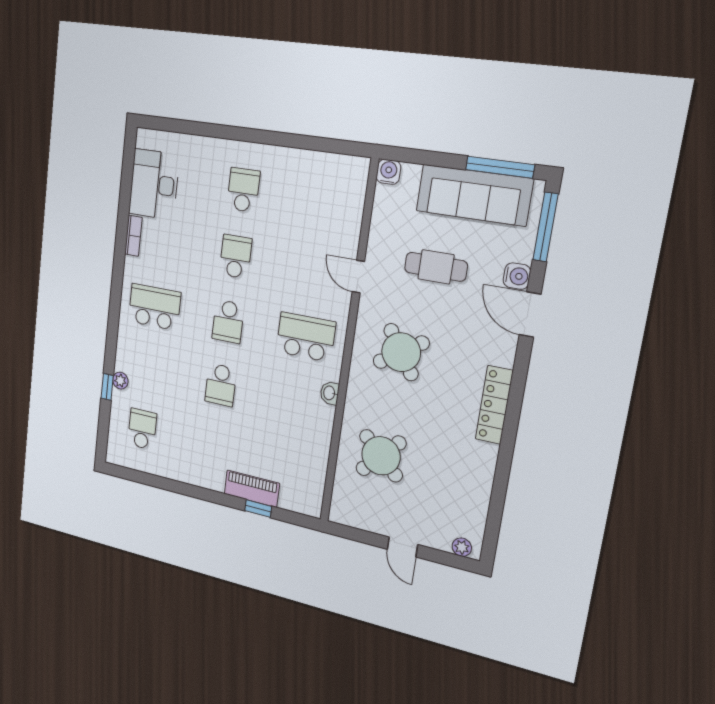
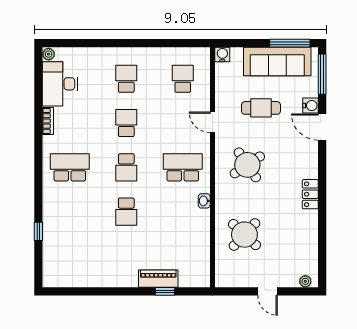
plant: (120, 381) -> (49, 54), moved
locker: (494, 405) -> (310, 194), width x0.66
school desk: (142, 429) -> (183, 79), moved

